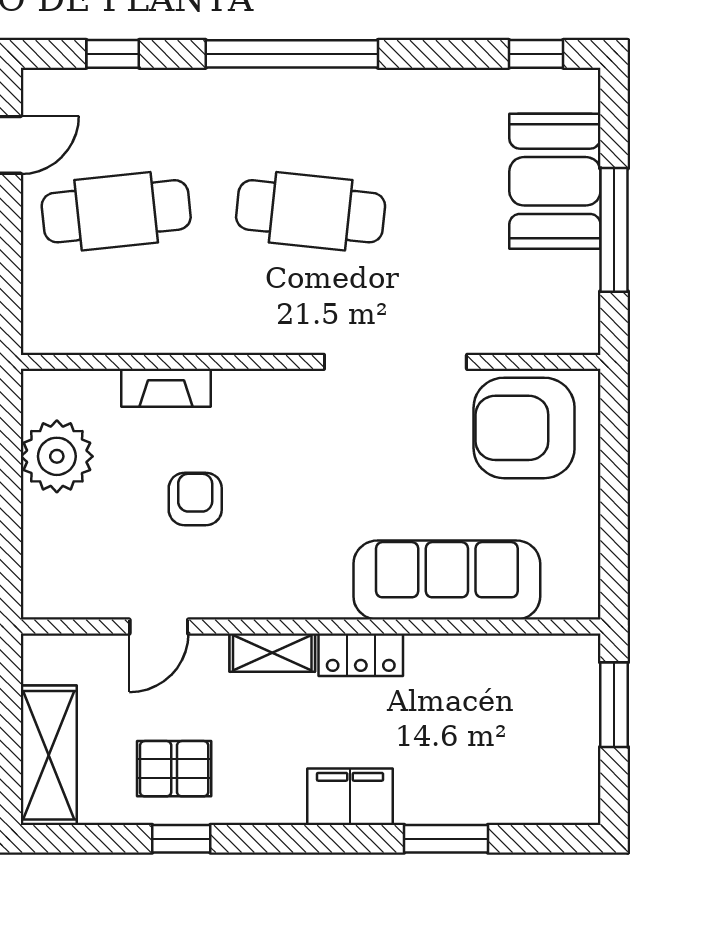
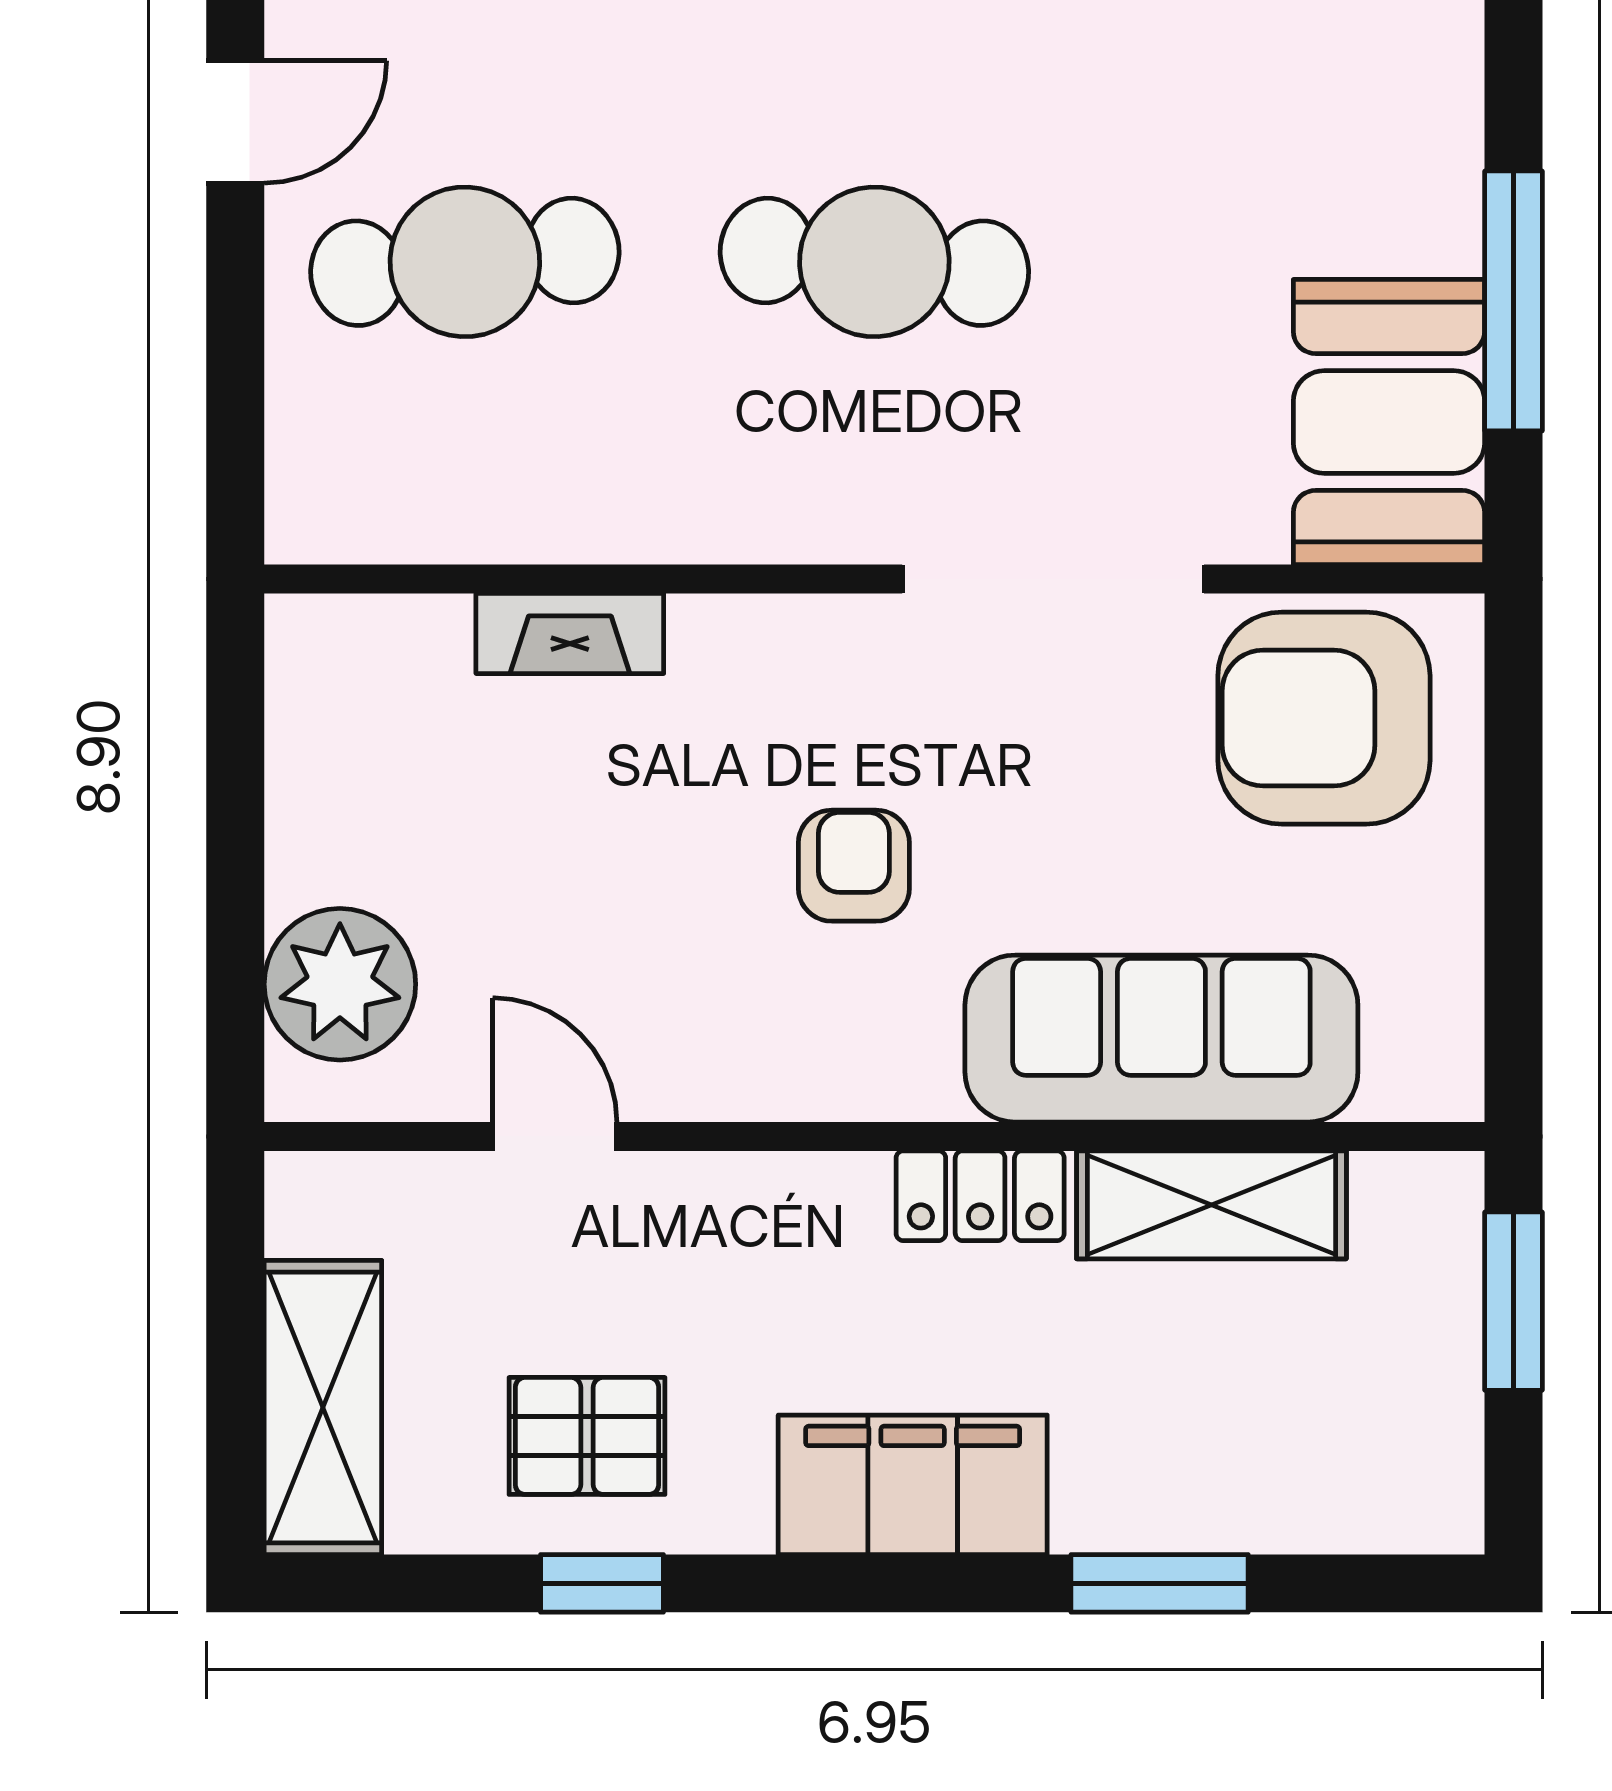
booth: (555, 181) -> (1389, 422), moved
plant: (57, 456) -> (340, 984), moved
armchair: (195, 499) -> (854, 866), moved
door: (159, 627) -> (555, 1136), swing flipped
shelving: (272, 653) -> (1211, 1205), moved, width x1.50, depth x1.33
filing cabinet: (350, 797) -> (913, 1485), width x1.50, depth x1.17

